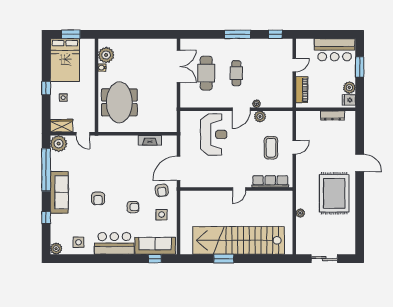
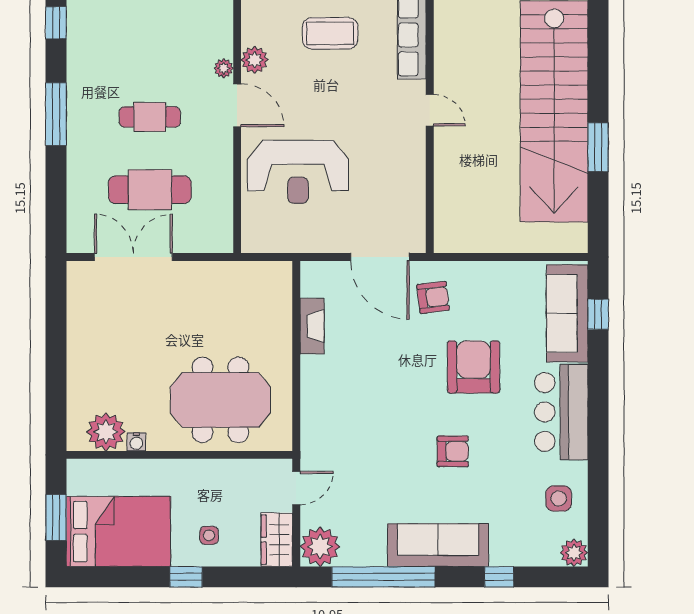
reception desk: (214, 134) -> (298, 172), turned 180
armchair: (133, 207) -> (474, 367), width x1.88, depth x1.88
side table: (162, 215) -> (492, 298), removed

